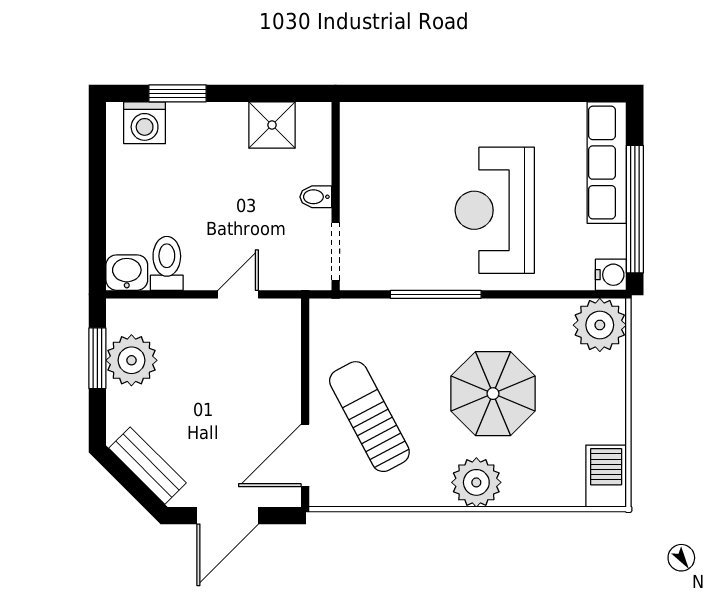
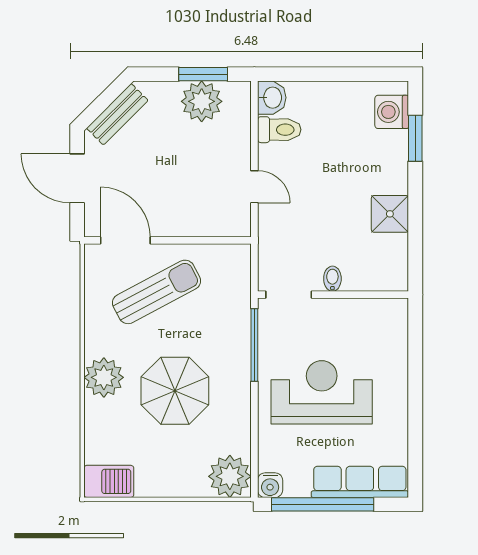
wall: (336, 196) -> (333, 295), moved
bidet: (316, 197) -> (332, 279), moved
doorway: (336, 252) -> (289, 295), moved

